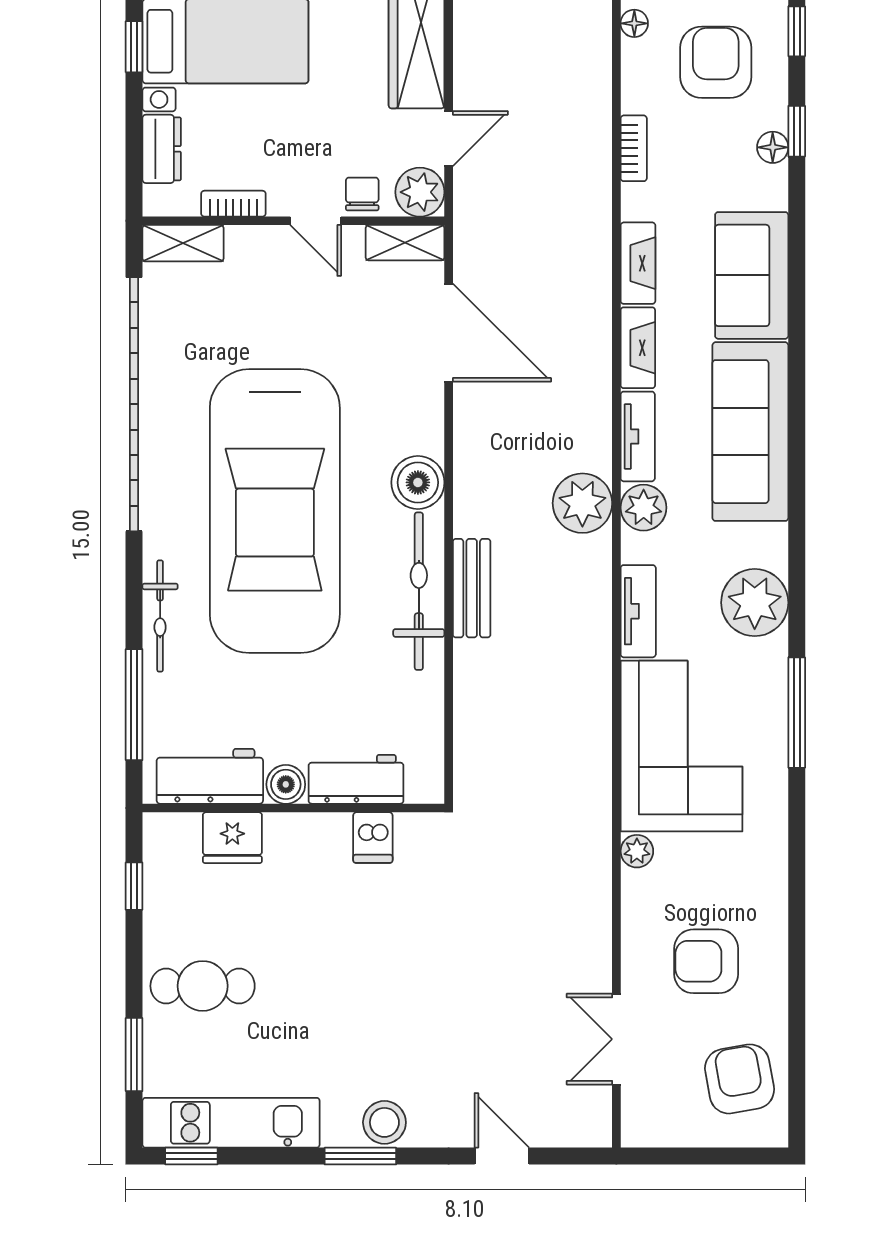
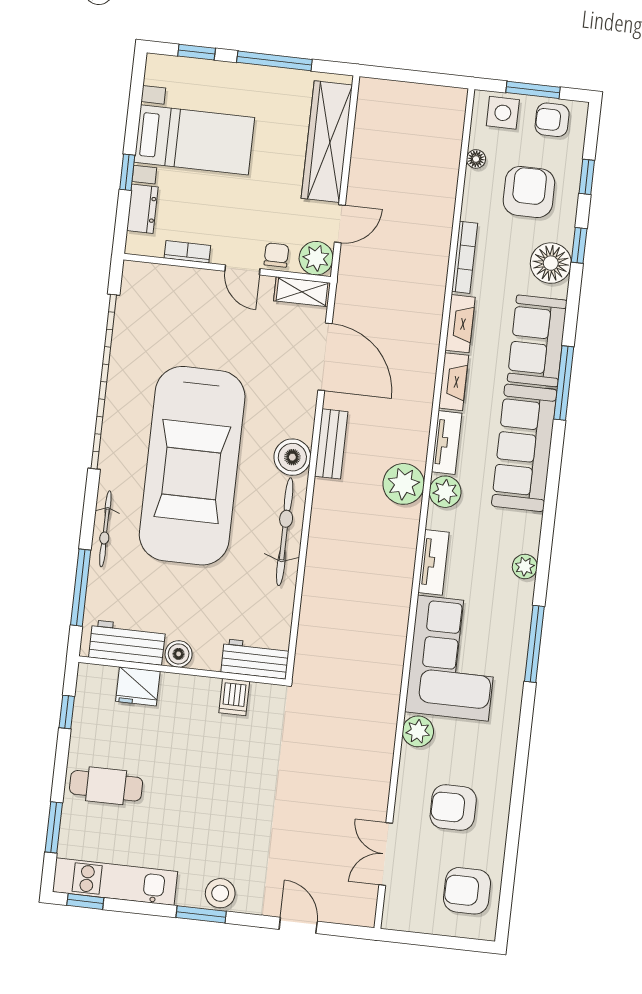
window: (134, 47) -> (127, 172), moved
floor lamp: (773, 147) -> (551, 263), width x1.89, depth x1.89
bookcase: (634, 148) -> (465, 257), width x1.56
shelving: (183, 243) -> (150, 275), removed
window: (797, 332) -> (564, 383), added
bench: (472, 588) -> (331, 444), moved
plant: (755, 603) -> (525, 567), width x0.53, depth x0.53
workbench: (356, 779) -> (255, 659), moved
plant: (637, 851) -> (418, 731), width x1.38, depth x1.38
armchair: (740, 1079) -> (467, 891), turned -80

